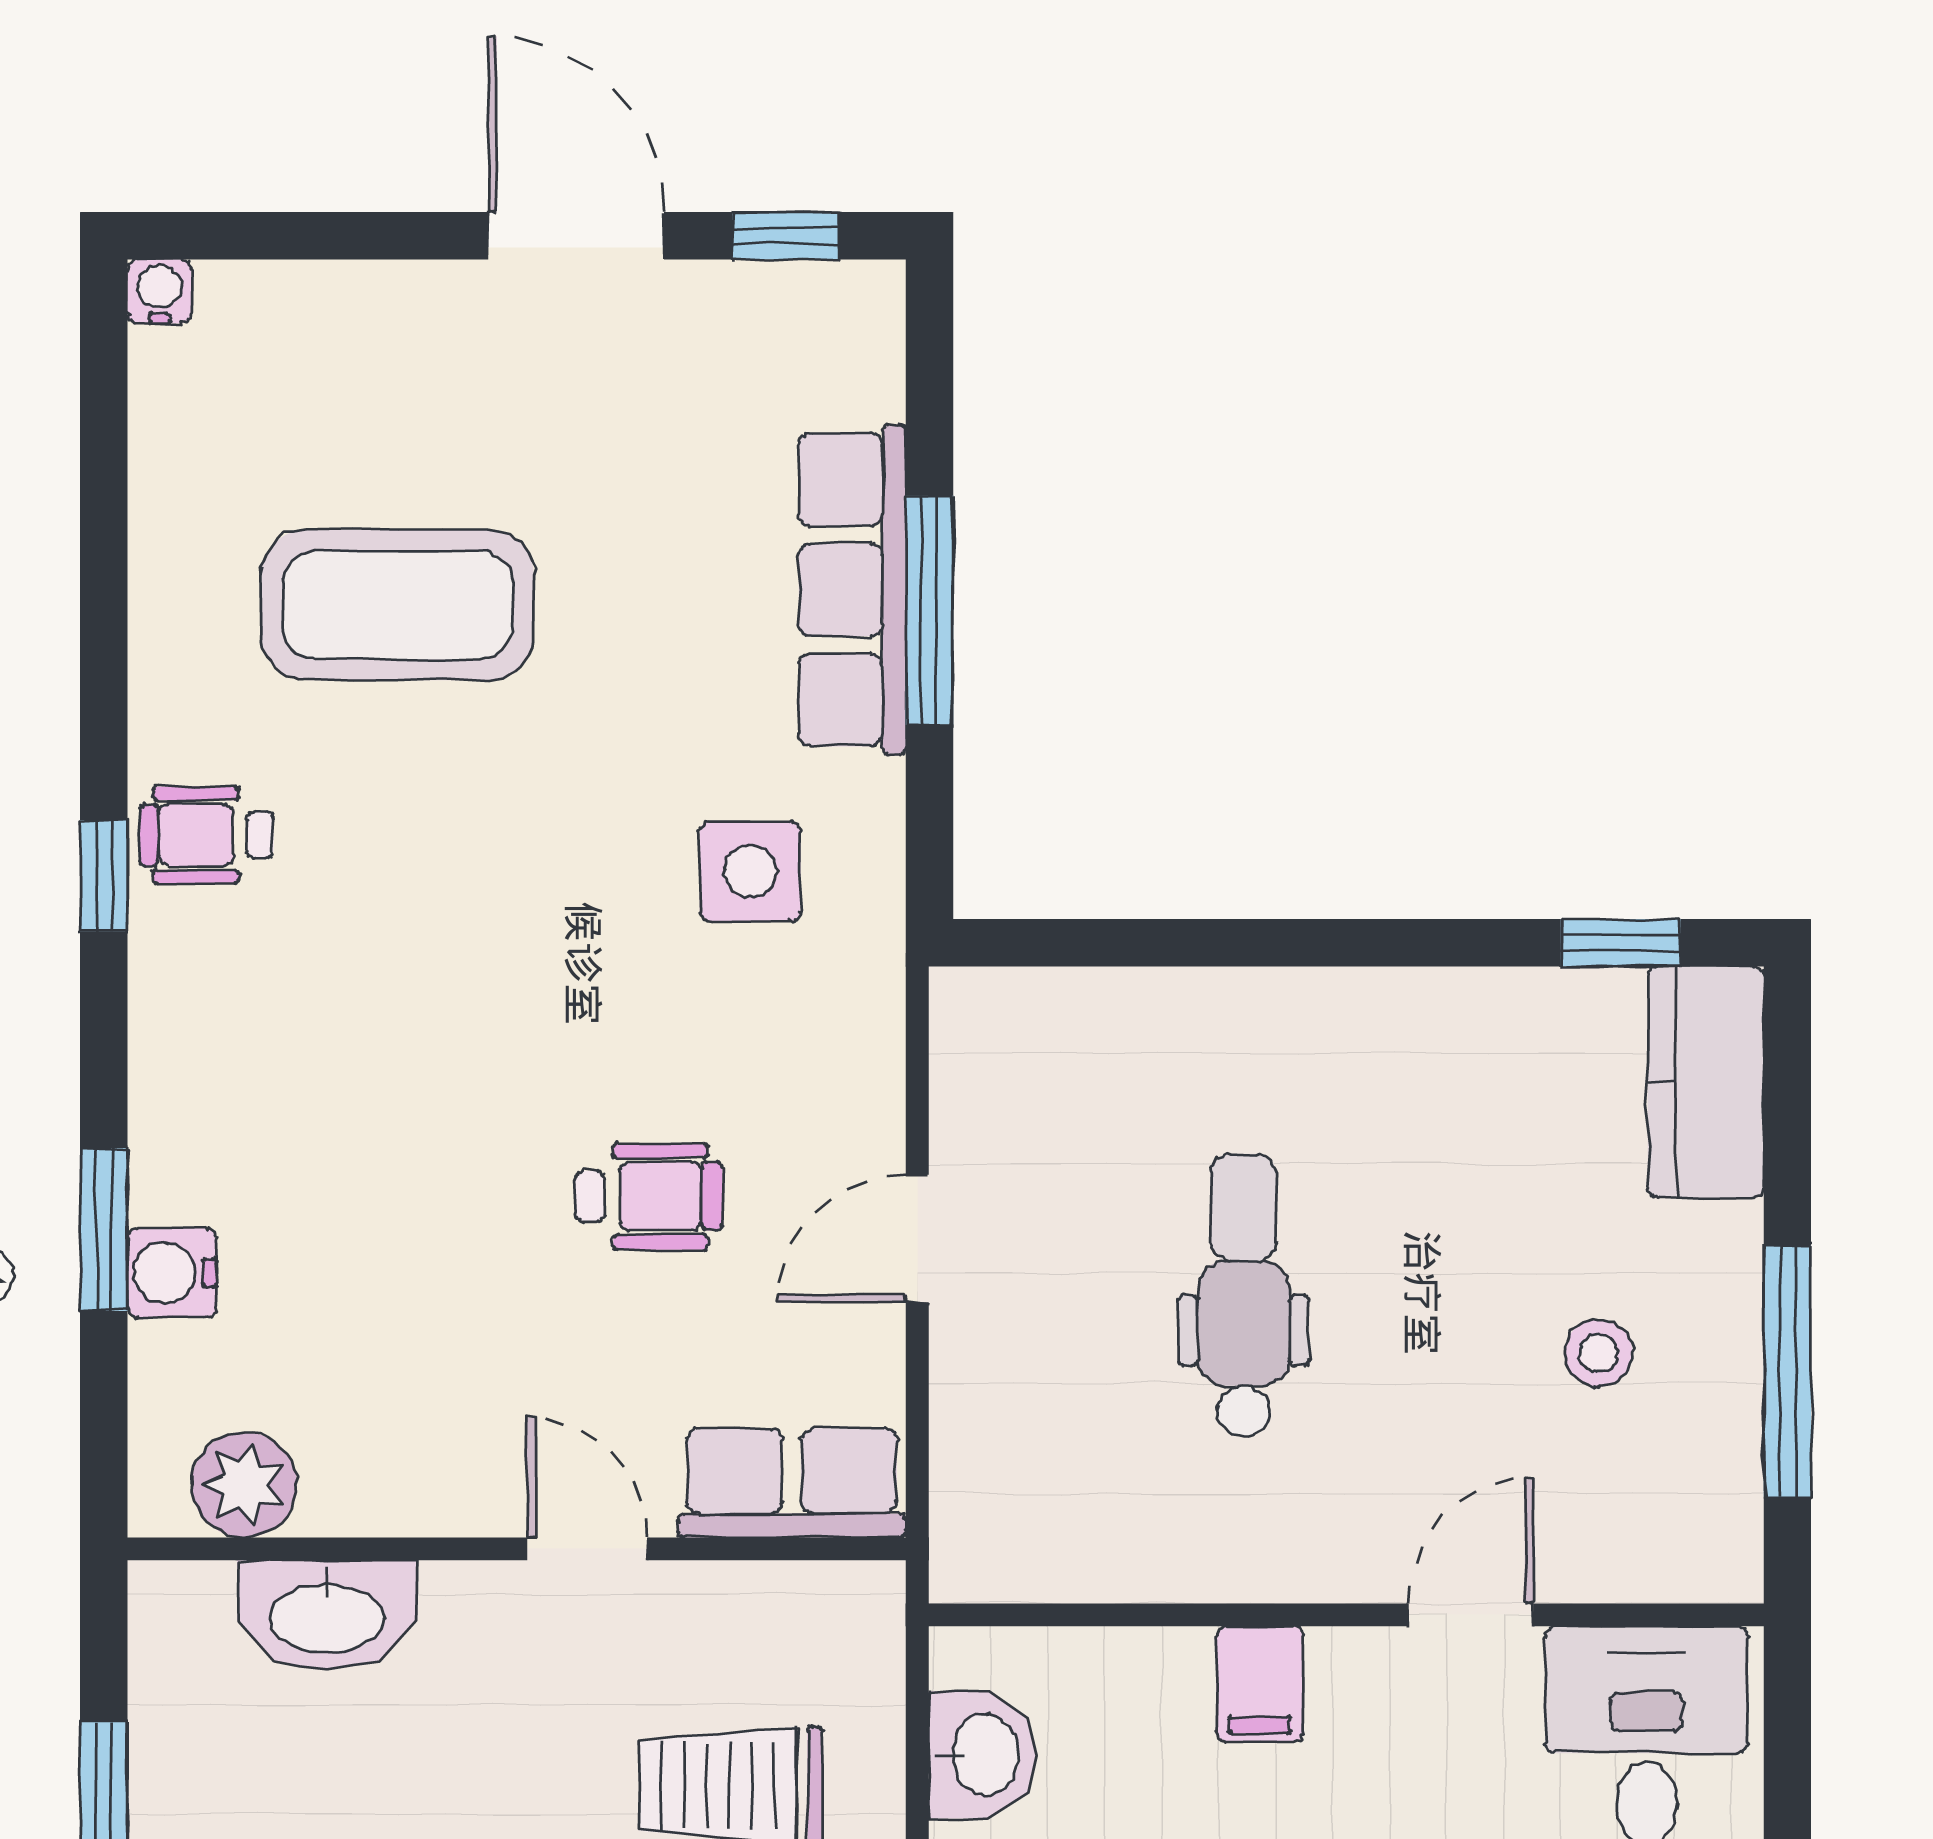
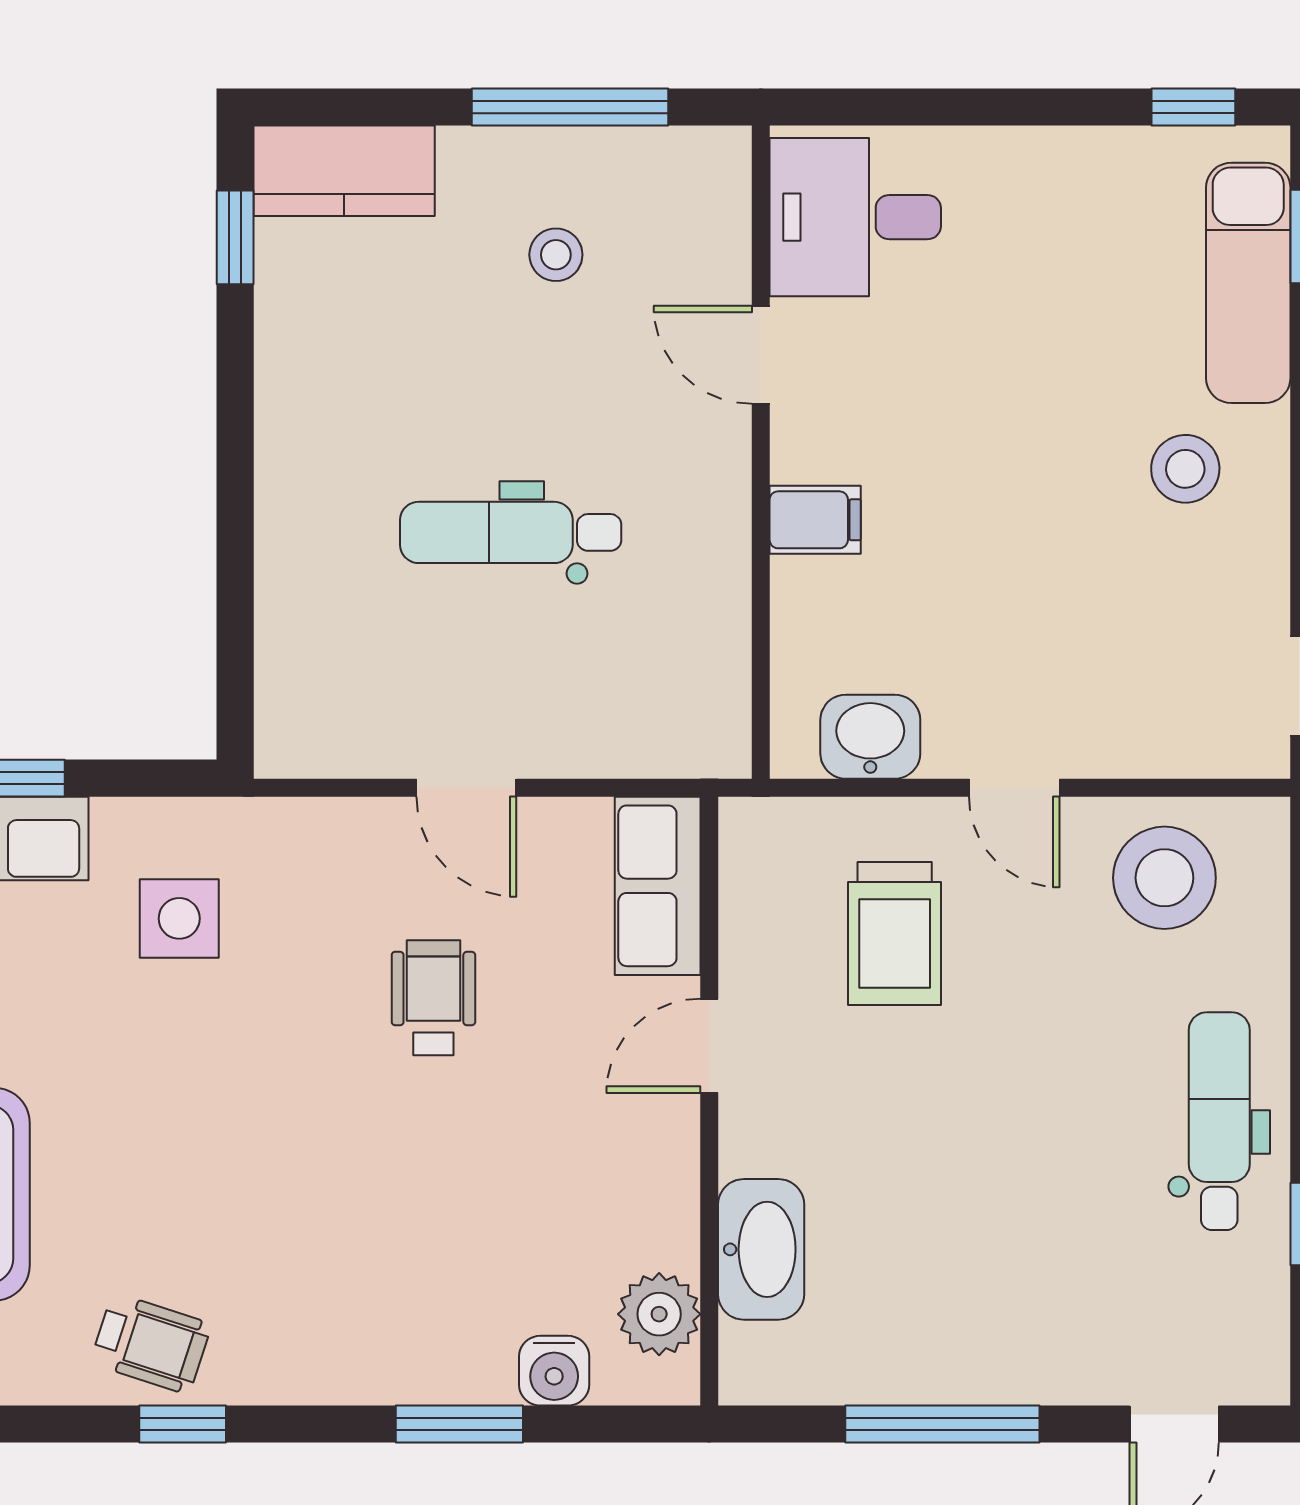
wheelchair: (207, 835) -> (151, 1343), turned -72
water cooler: (172, 1273) -> (554, 1371), moved

